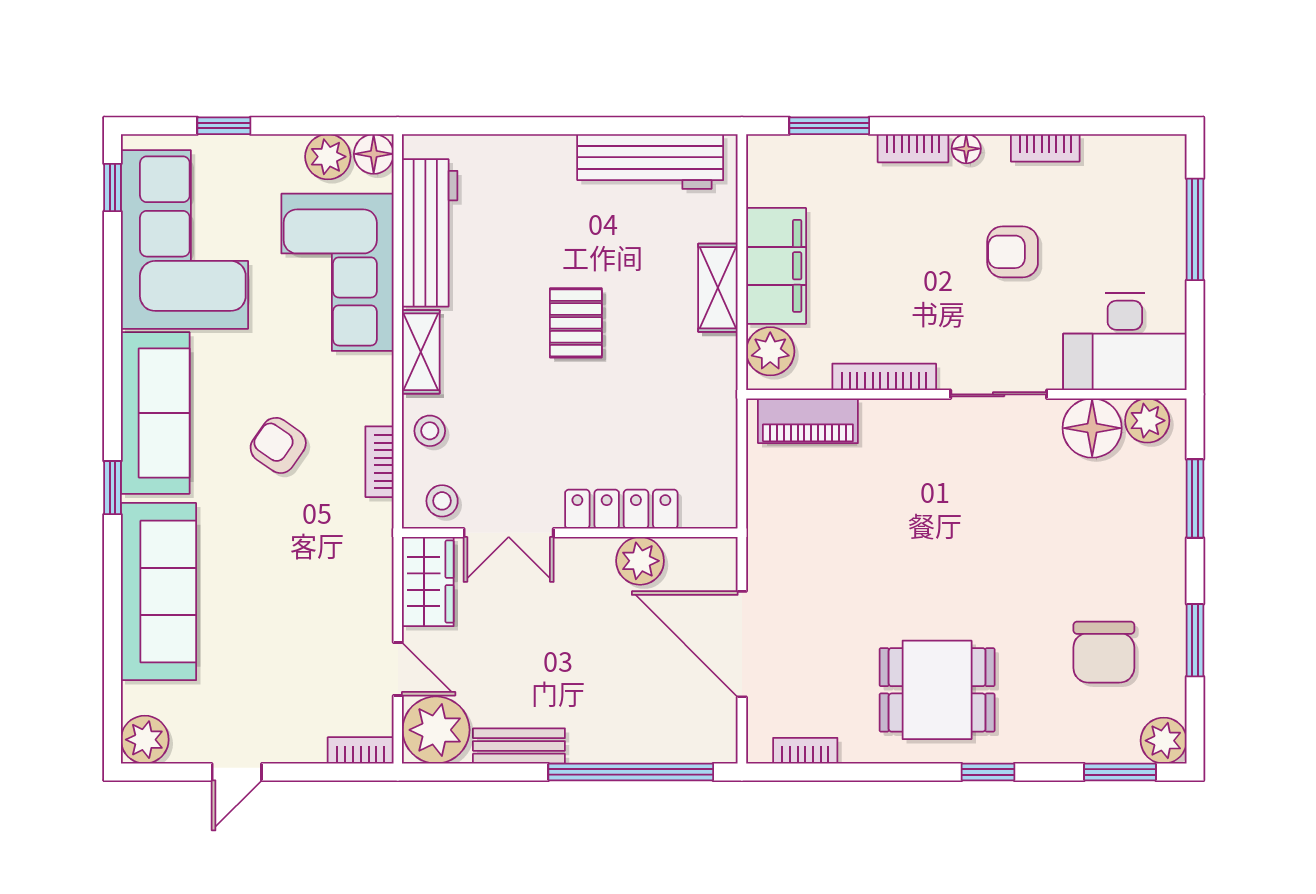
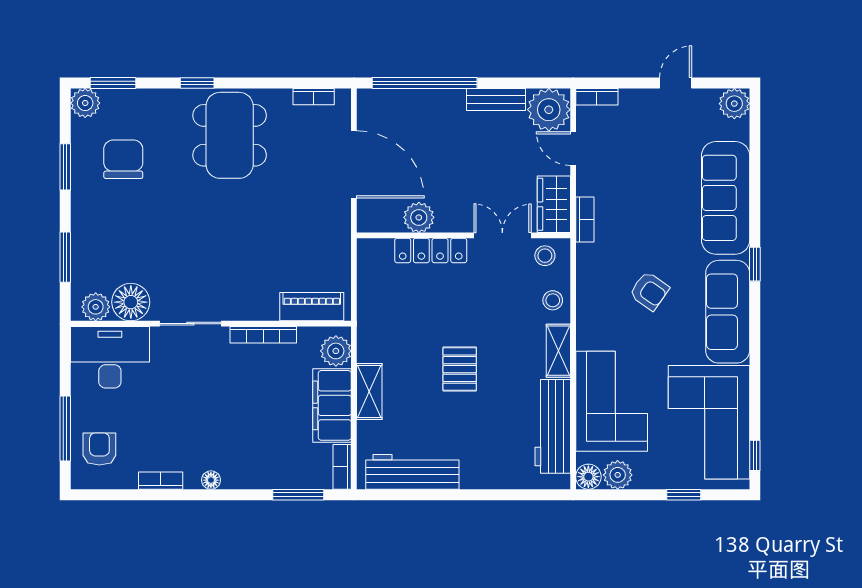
bookcase: (913, 148) -> (342, 467), moved, turned -90
armchair: (1013, 252) -> (99, 449), moved, turned -90
bookcase: (379, 462) -> (585, 219), moved
dining table: (937, 690) -> (230, 135), width x1.38

